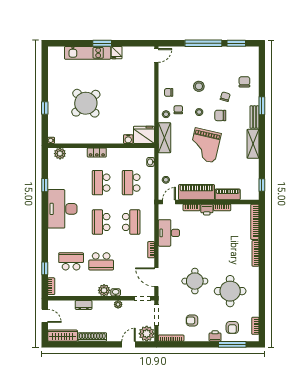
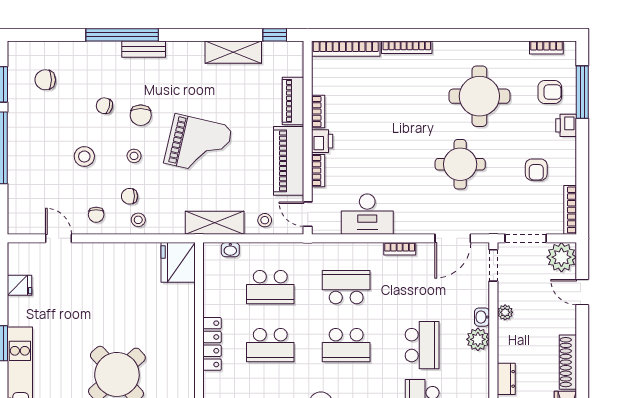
fridge: (117, 53) -> (19, 285), moved
door: (156, 55) -> (59, 238), moved
chair: (244, 82) -> (45, 80), moved
window: (262, 106) -> (122, 35), width x2.11
shelving: (165, 138) -> (215, 223), moved
water cooler: (128, 139) -> (186, 293), removed
shelving: (253, 144) -> (233, 52), moved
locker: (97, 152) -> (212, 344), width x1.53

